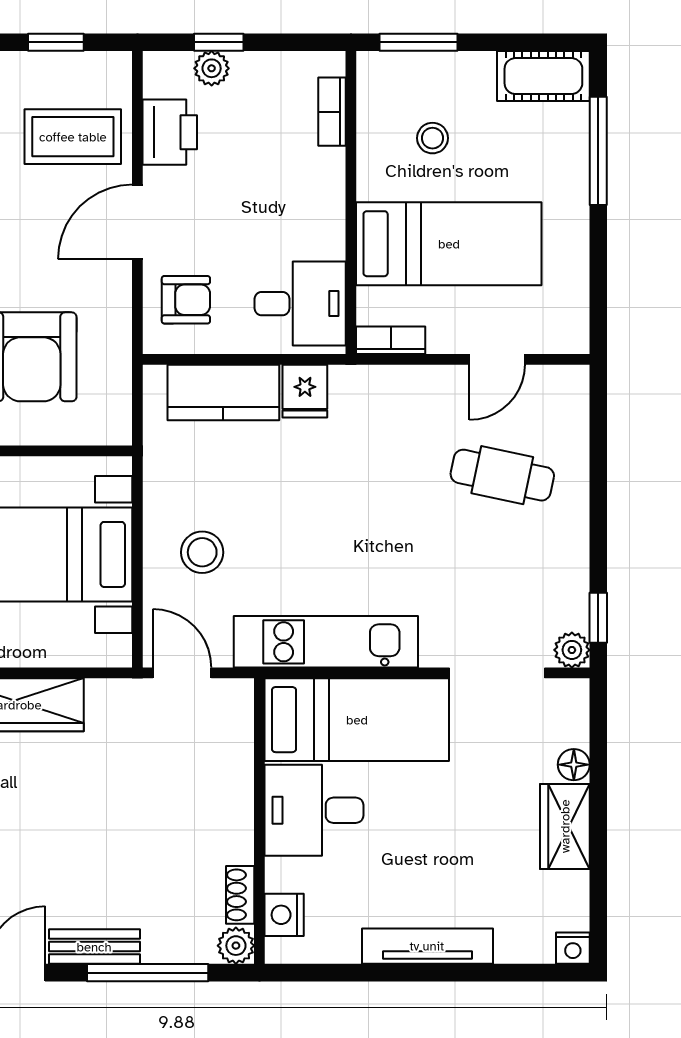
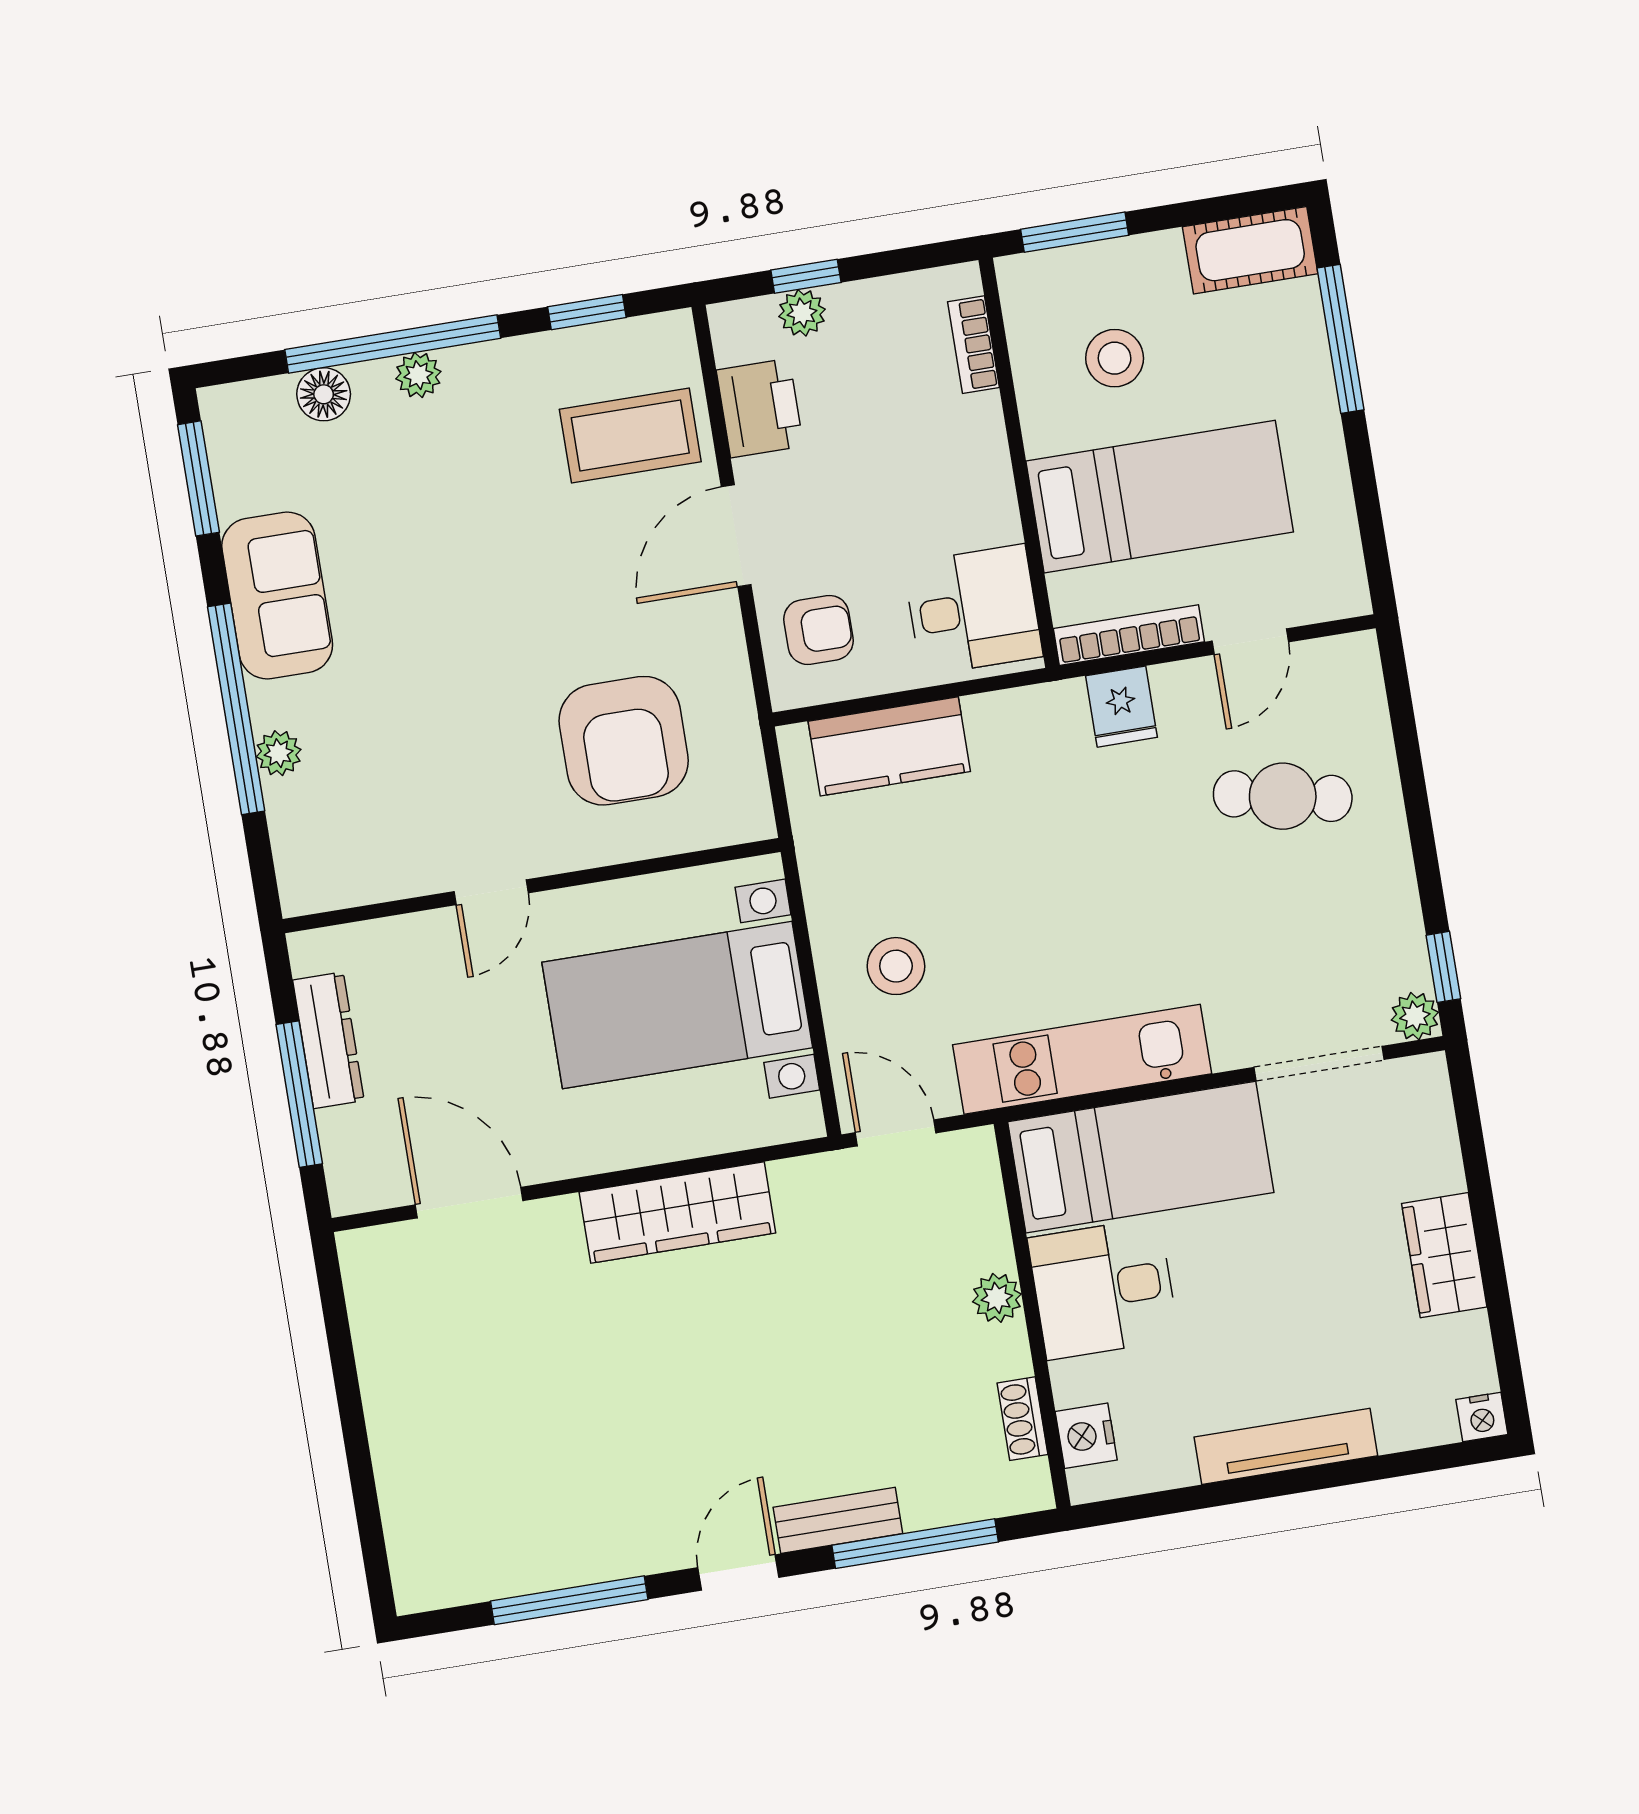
stool: (432, 138) -> (1115, 358), width x1.37, depth x1.37
bookcase: (391, 340) -> (1129, 635), width x1.56
fridge: (305, 391) -> (1121, 707), moved
floor lamp: (574, 765) -> (1443, 1170), removed
plant: (236, 946) -> (997, 1298), moved

